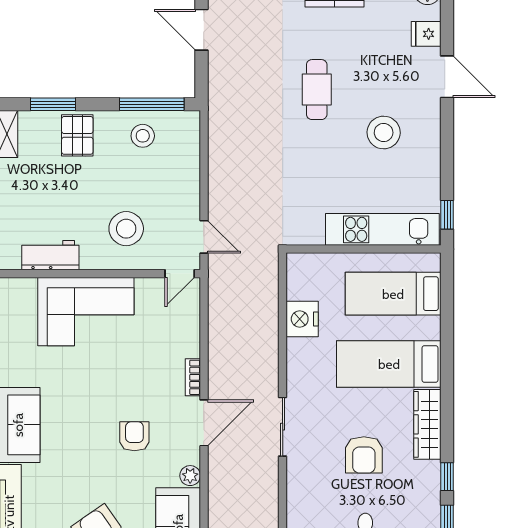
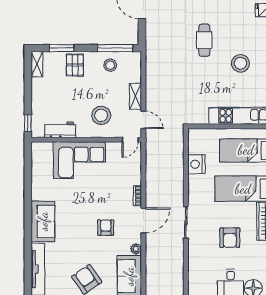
shelving: (189, 194) -> (135, 96), added

